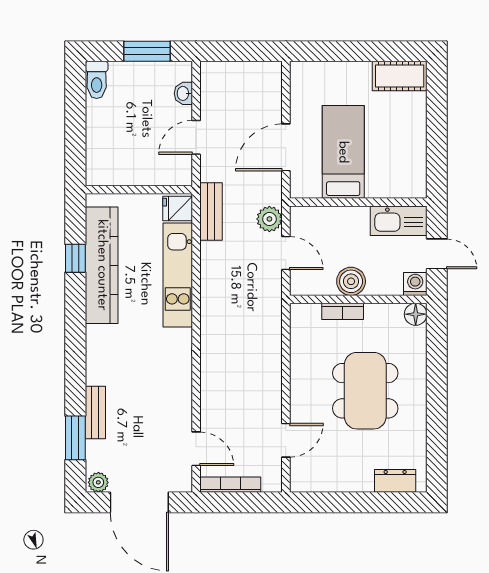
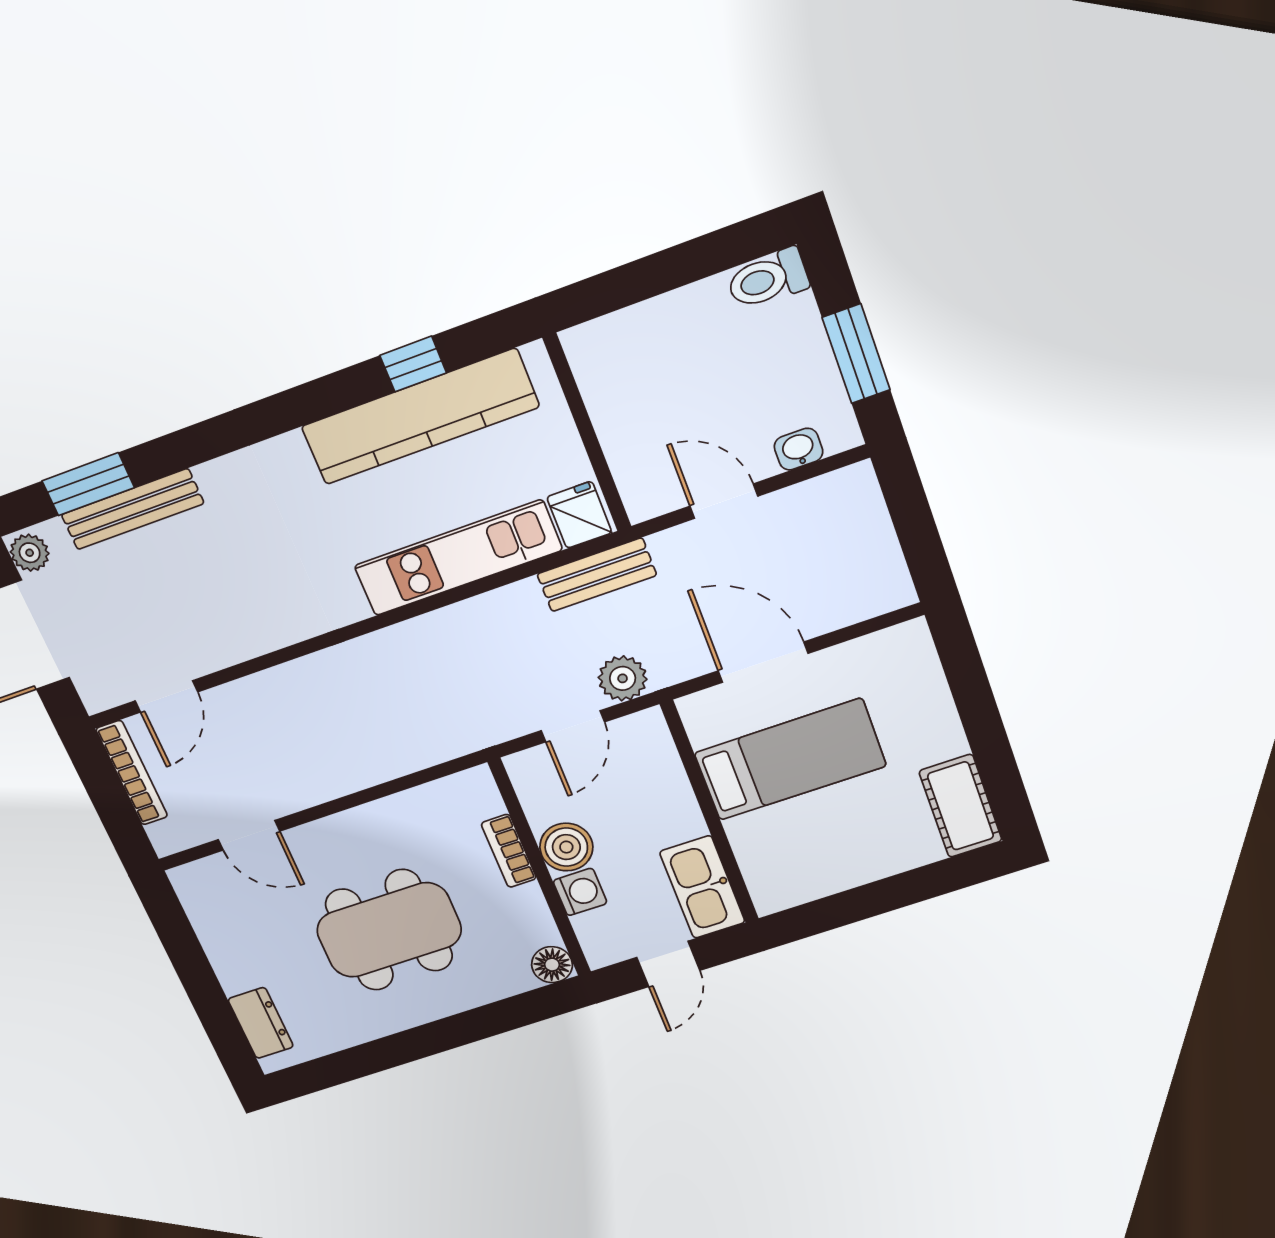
washing machine: (415, 284) -> (580, 892), moved
bench: (95, 412) -> (133, 509), width x1.36

